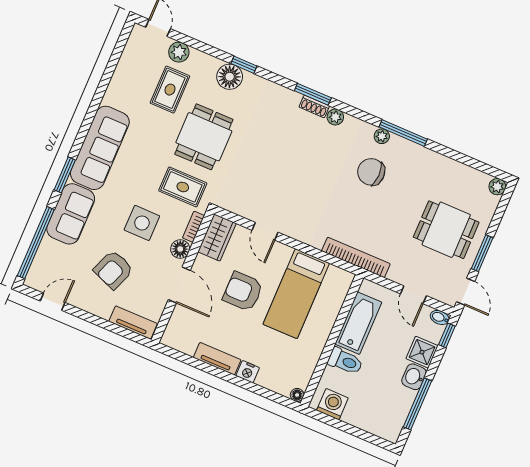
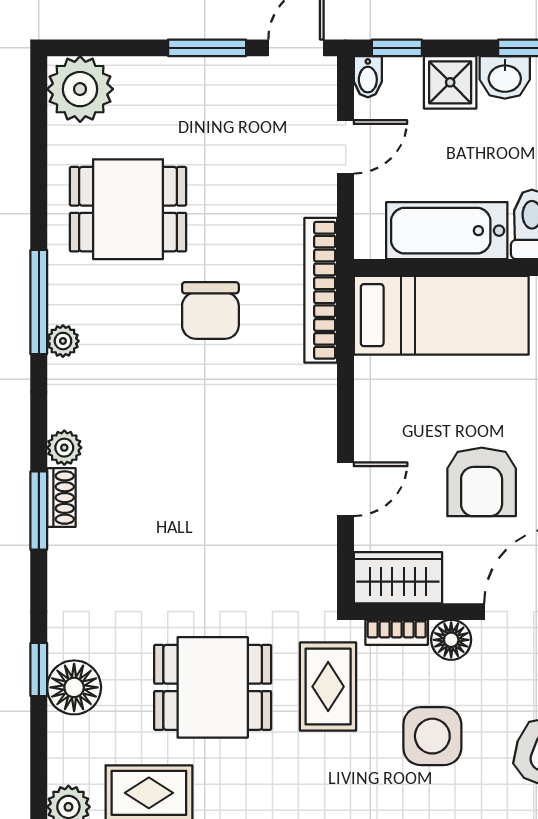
chair: (371, 172) -> (210, 310), moved
plant: (497, 187) -> (80, 89), width x1.87, depth x1.87
dining table: (446, 230) -> (128, 209), moved, turned 90
bed: (296, 294) -> (441, 315), moved

